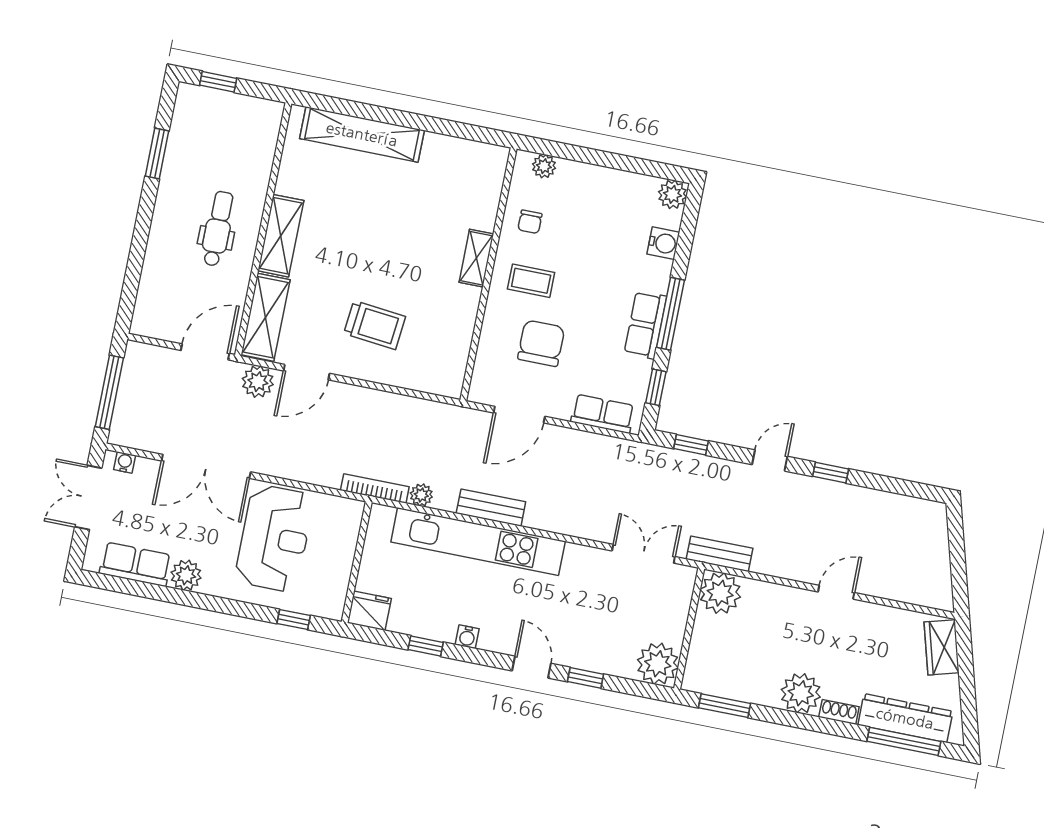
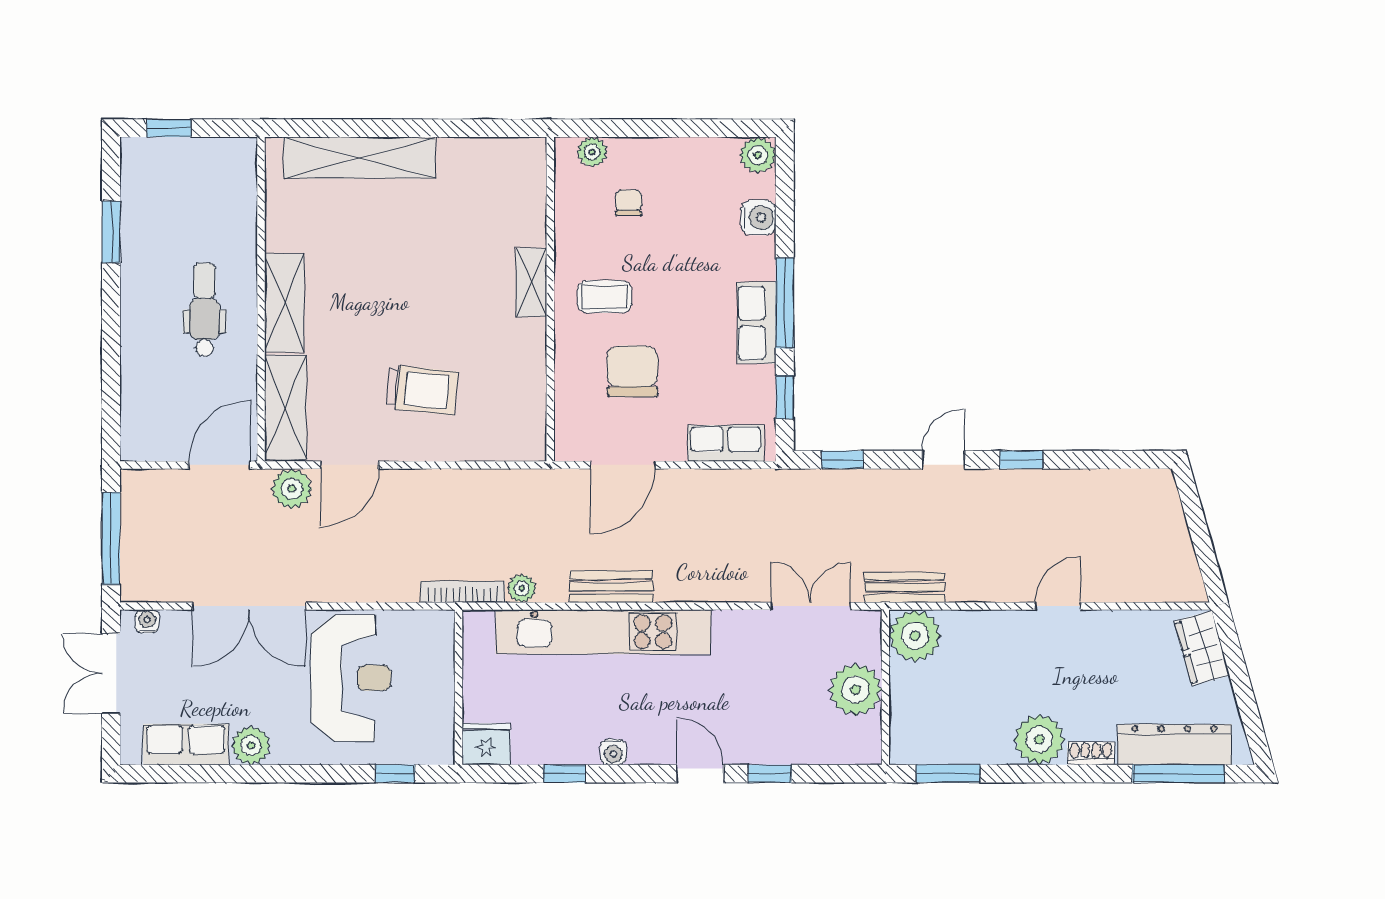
chair: (530, 222) -> (629, 203), moved, turned 180
plant: (658, 664) -> (855, 690), moved

